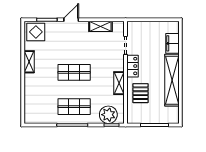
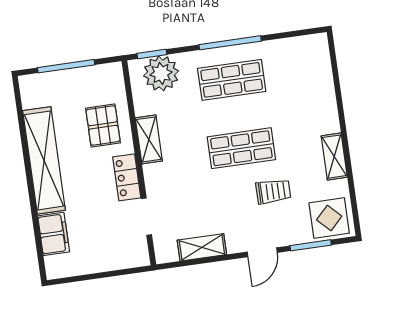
trolley: (61, 49) -> (273, 191), added

